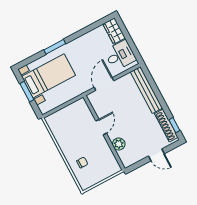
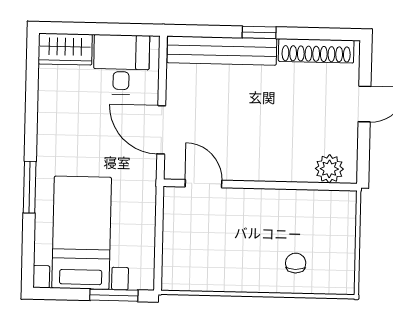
window: (27, 92) -> (114, 295), moved
window: (174, 125) -> (259, 32), moved
door: (101, 127) -> (203, 184), moved
plant: (119, 144) -> (329, 169), moved

